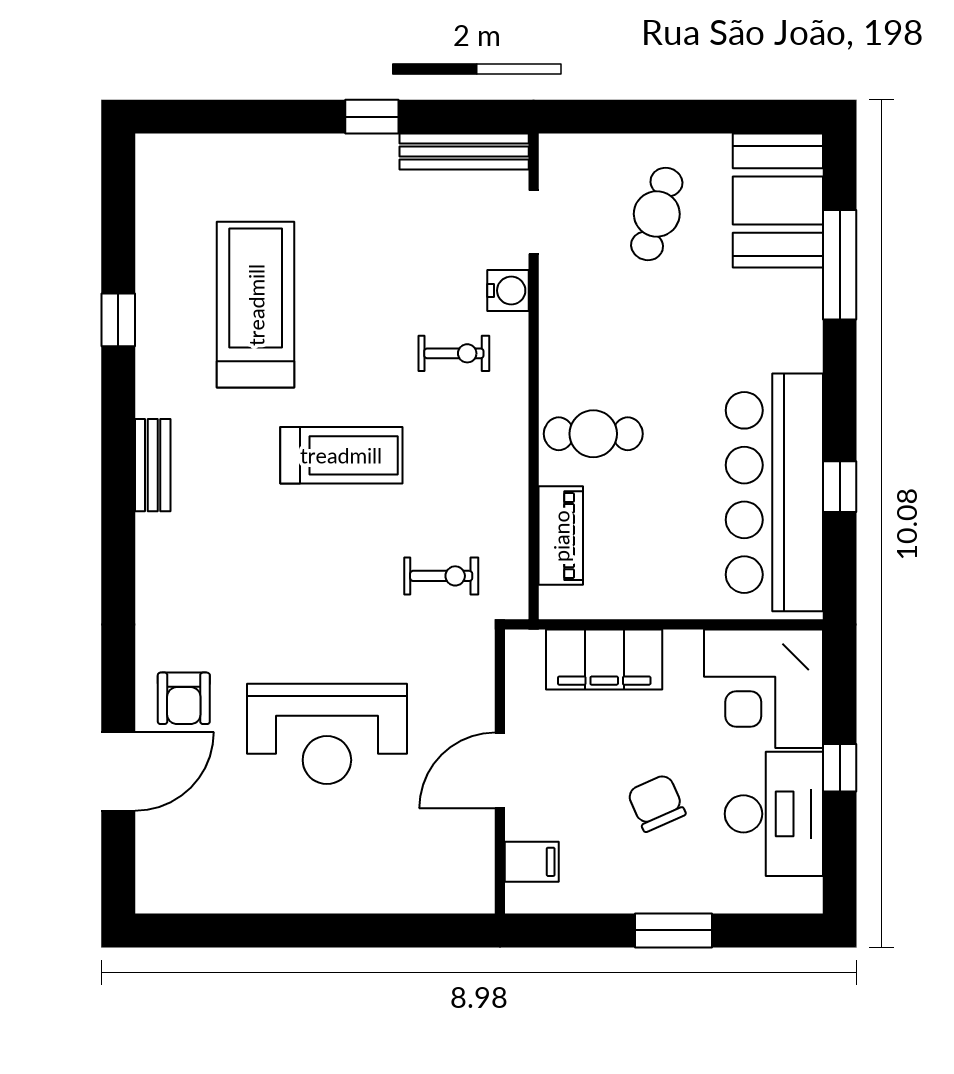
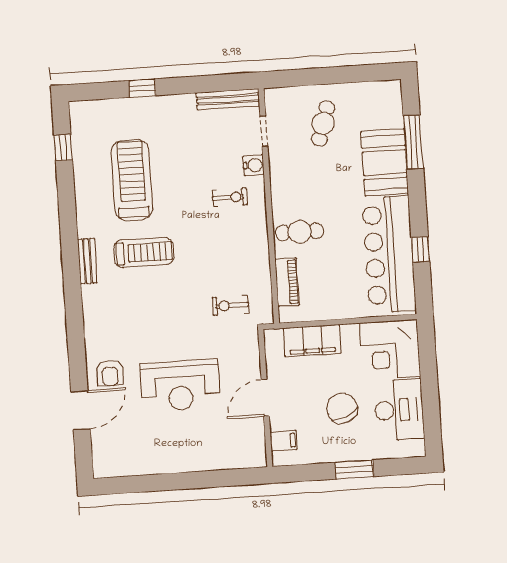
window: (372, 117) -> (142, 88), moved
booth: (778, 201) -> (385, 163), moved
window: (118, 320) -> (63, 147), moved
treadmill: (341, 455) -> (144, 252), moved
exercise bike: (441, 576) -> (231, 305), turned 180
window: (840, 768) -> (429, 385), removed
chair: (656, 803) -> (342, 408), width x1.37, depth x1.37

